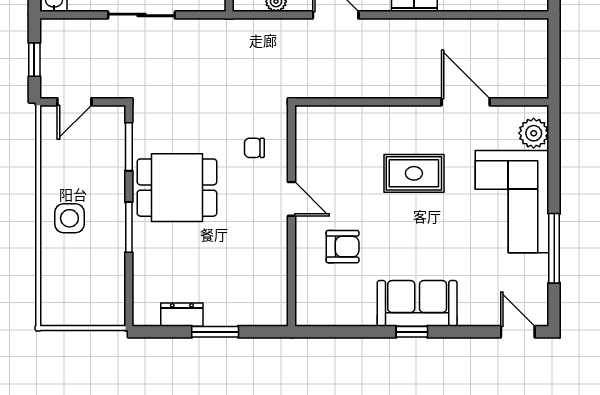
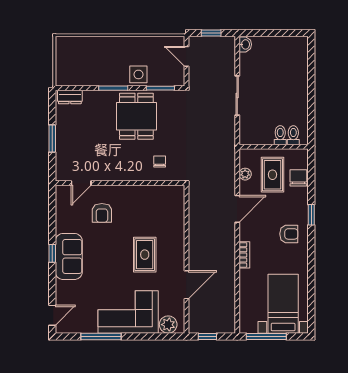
window: (554, 66) -> (207, 336), added
door: (292, 199) -> (81, 183), moved
side table: (69, 218) -> (138, 74), moved
dresser: (182, 315) -> (70, 97), moved, turned 90

